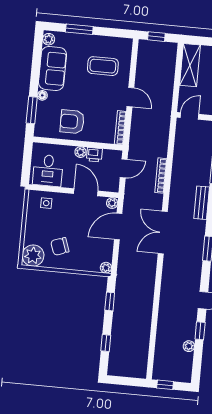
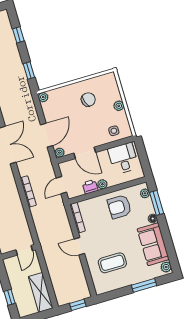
armchair: (72, 122) -> (119, 207), turned 180
plant: (40, 125) -> (145, 193), added
plant: (33, 256) -> (119, 106), moved, width x0.53, depth x0.53

